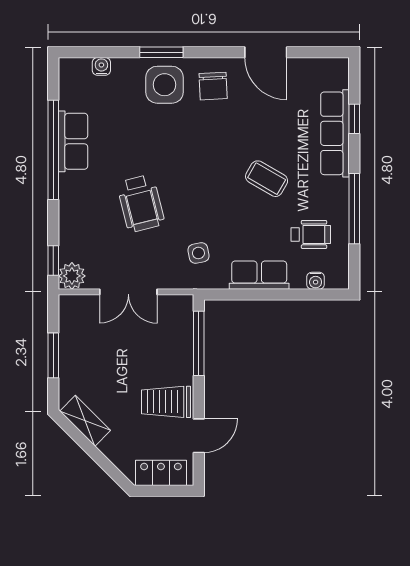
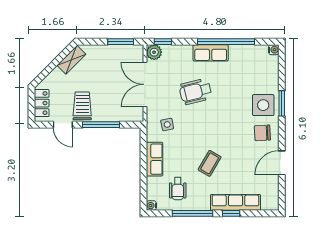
water cooler: (101, 66) -> (274, 50), moved
window: (354, 119) -> (231, 213), moved
row of seats: (73, 141) -> (211, 53), moved
water cooler: (316, 281) -> (151, 206), moved
double door: (128, 292) -> (145, 84), width x1.37
window: (199, 343) -> (101, 125), moved
window: (53, 355) -> (121, 42), moved

